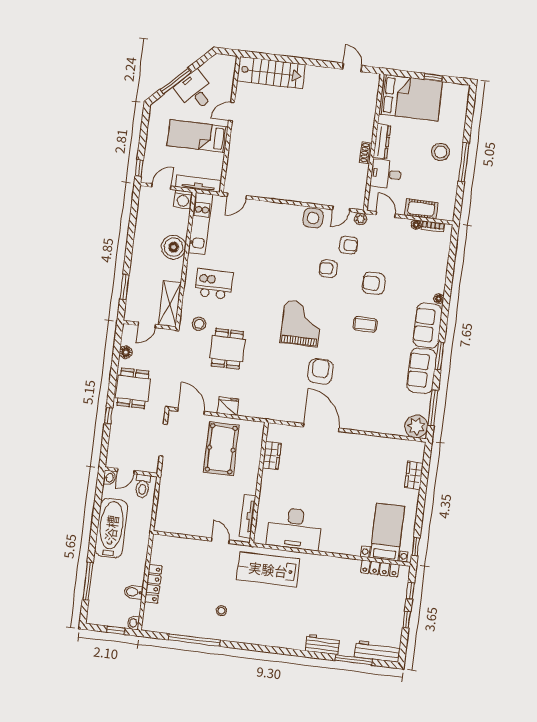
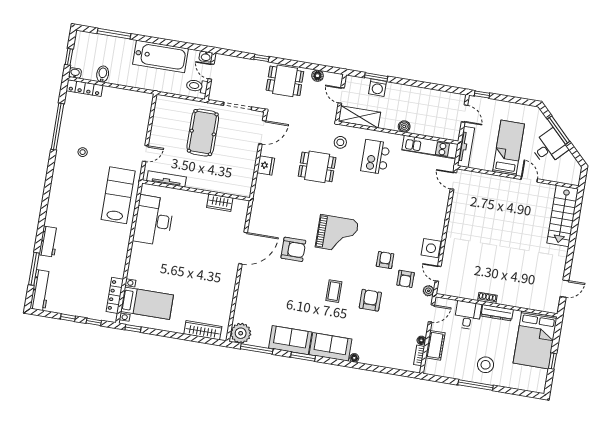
washing machine: (183, 199) -> (378, 88), moved, turned -90
boiler: (174, 247) -> (404, 126), width x0.54, depth x0.54
kitchen island: (214, 284) -> (375, 157), turned 180
pool table: (221, 449) -> (203, 133), moved, turned 90
wardrobe: (414, 475) -> (203, 330), width x1.50
locker: (153, 584) -> (84, 88), moved

